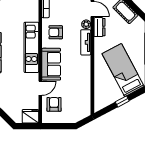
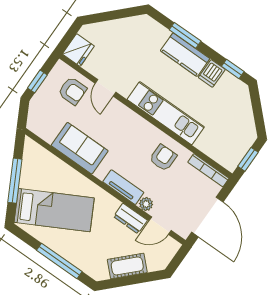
sofa: (51, 64) -> (80, 148), moved, turned 180
window: (122, 101) -> (15, 181), width x2.17
window: (62, 126) -> (37, 81), added

